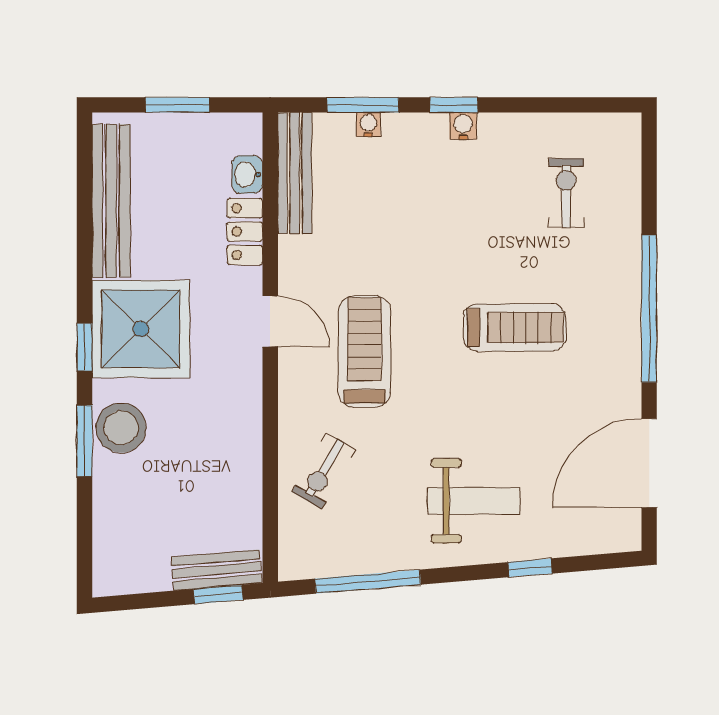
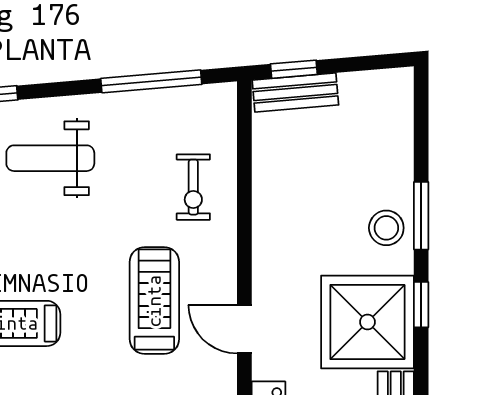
treadmill: (365, 352) -> (154, 301), turned 180
stool: (121, 428) -> (386, 228), width x0.73, depth x0.73
exercise bike: (324, 471) -> (193, 187), turned 150

